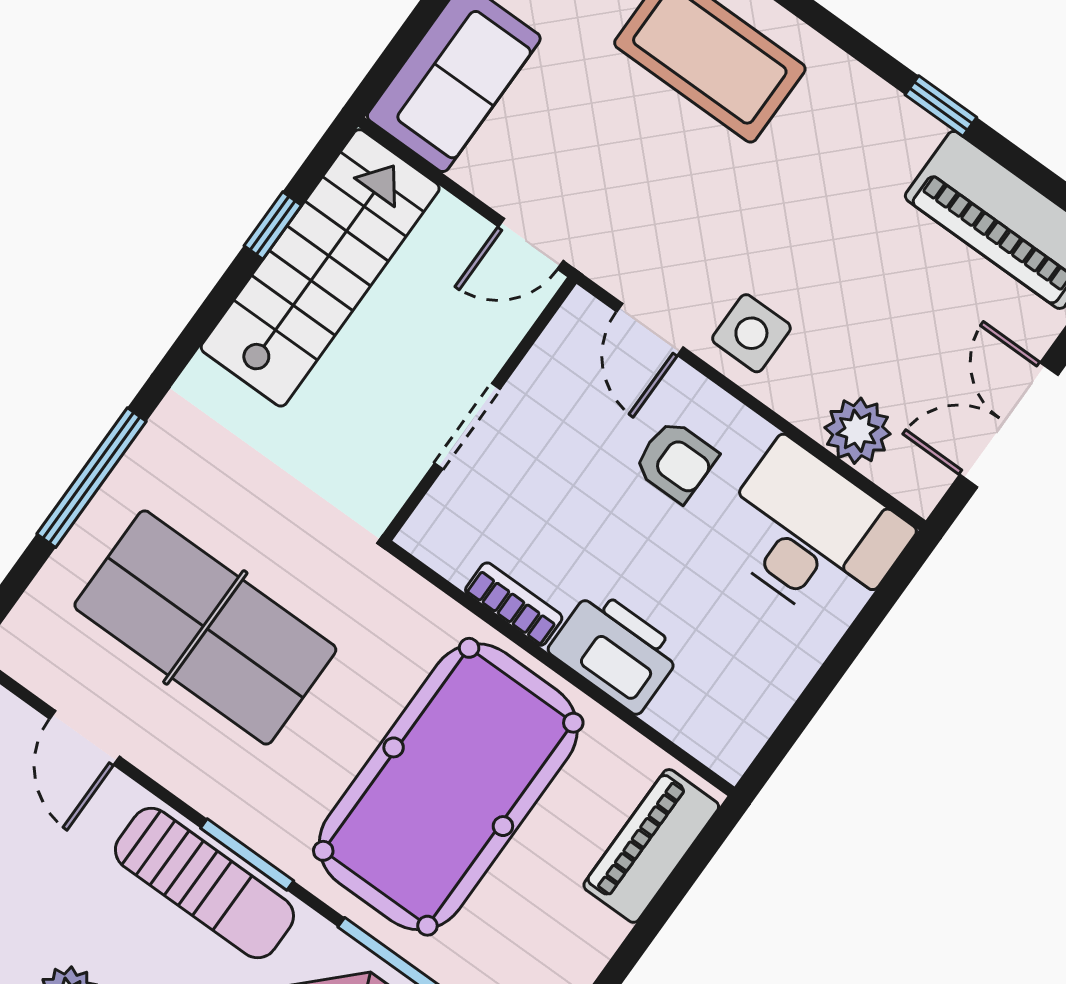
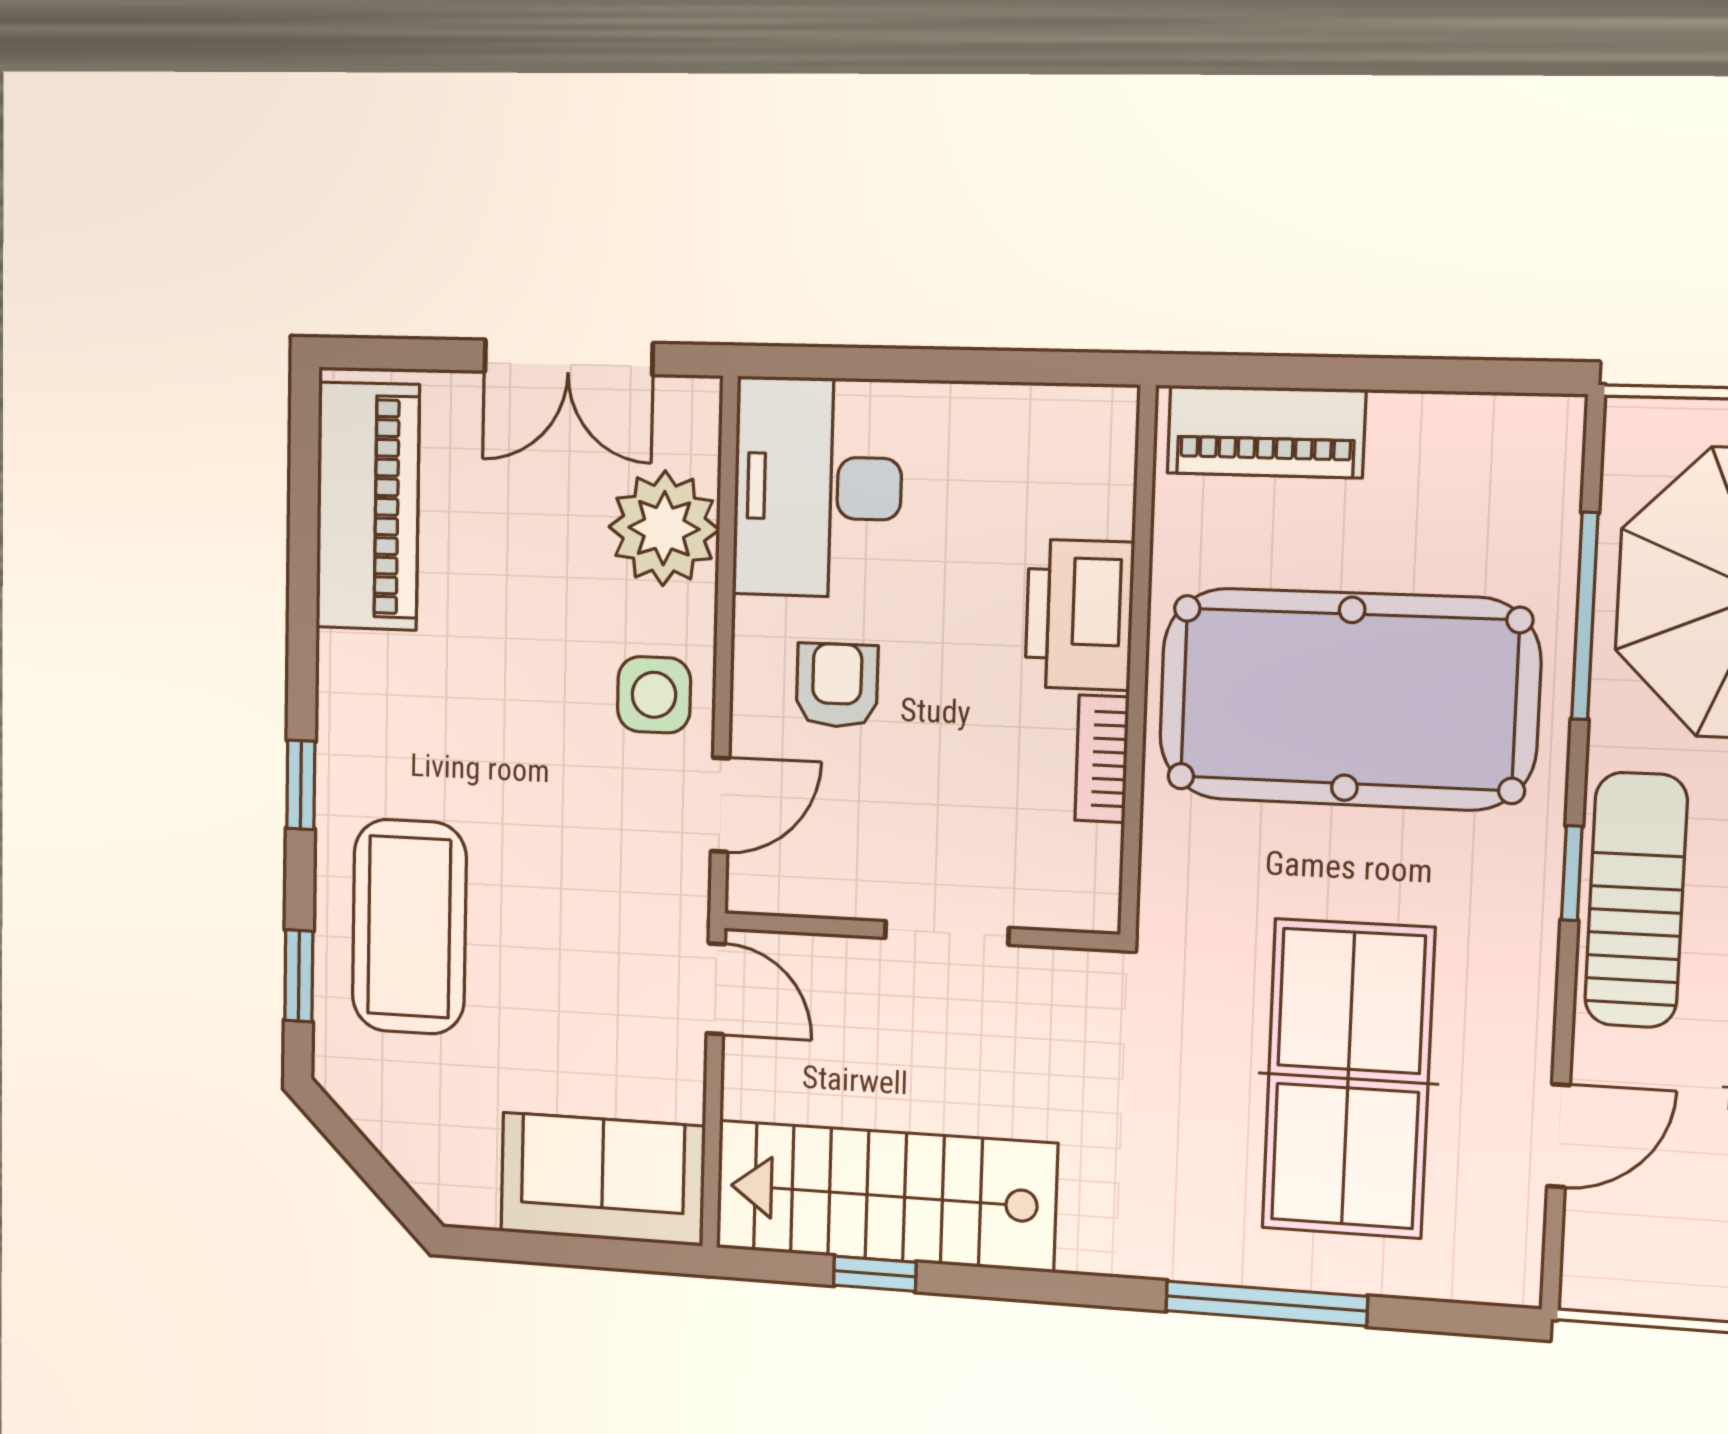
window: (941, 106) -> (301, 785), moved
plant: (858, 431) -> (664, 528), width x1.36, depth x1.36
window: (247, 854) -> (1572, 873), width x0.67

